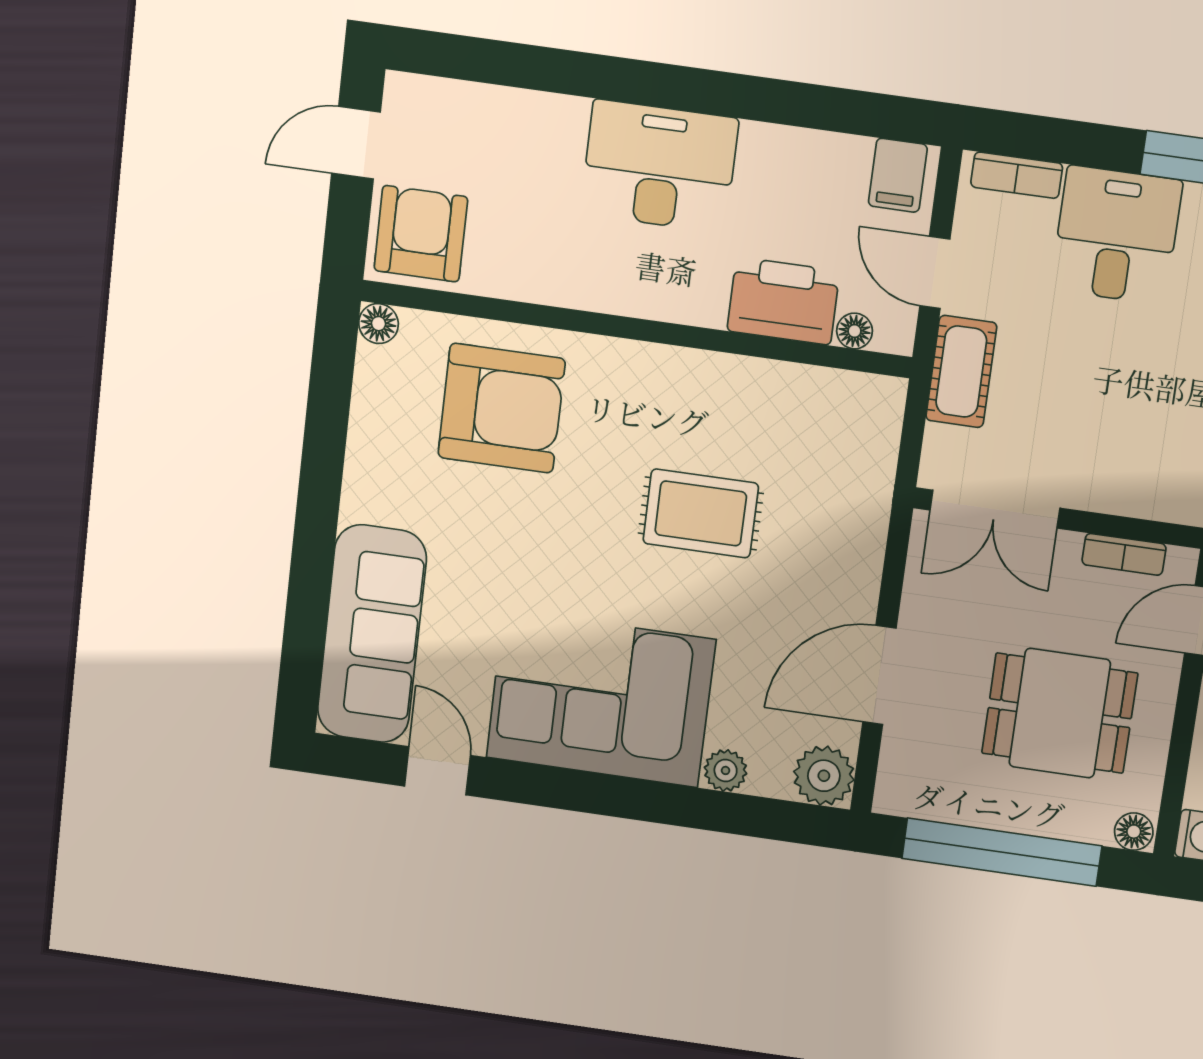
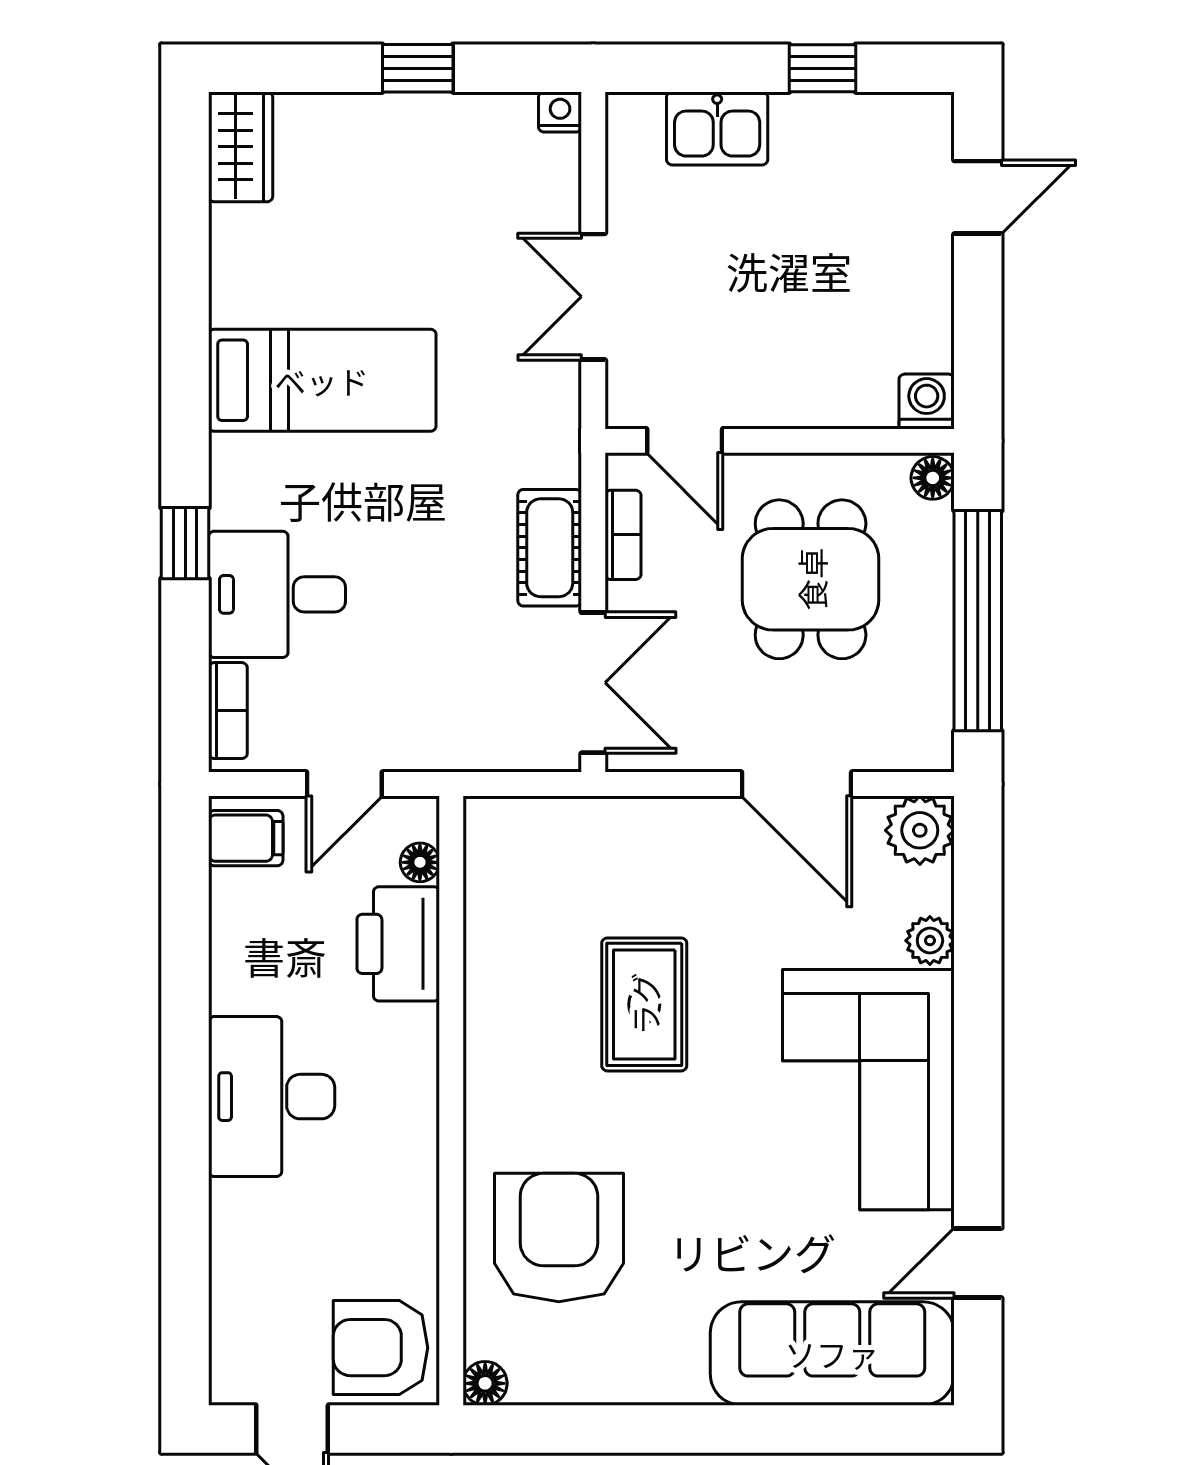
cot: (961, 372) -> (550, 548), moved, turned 90

